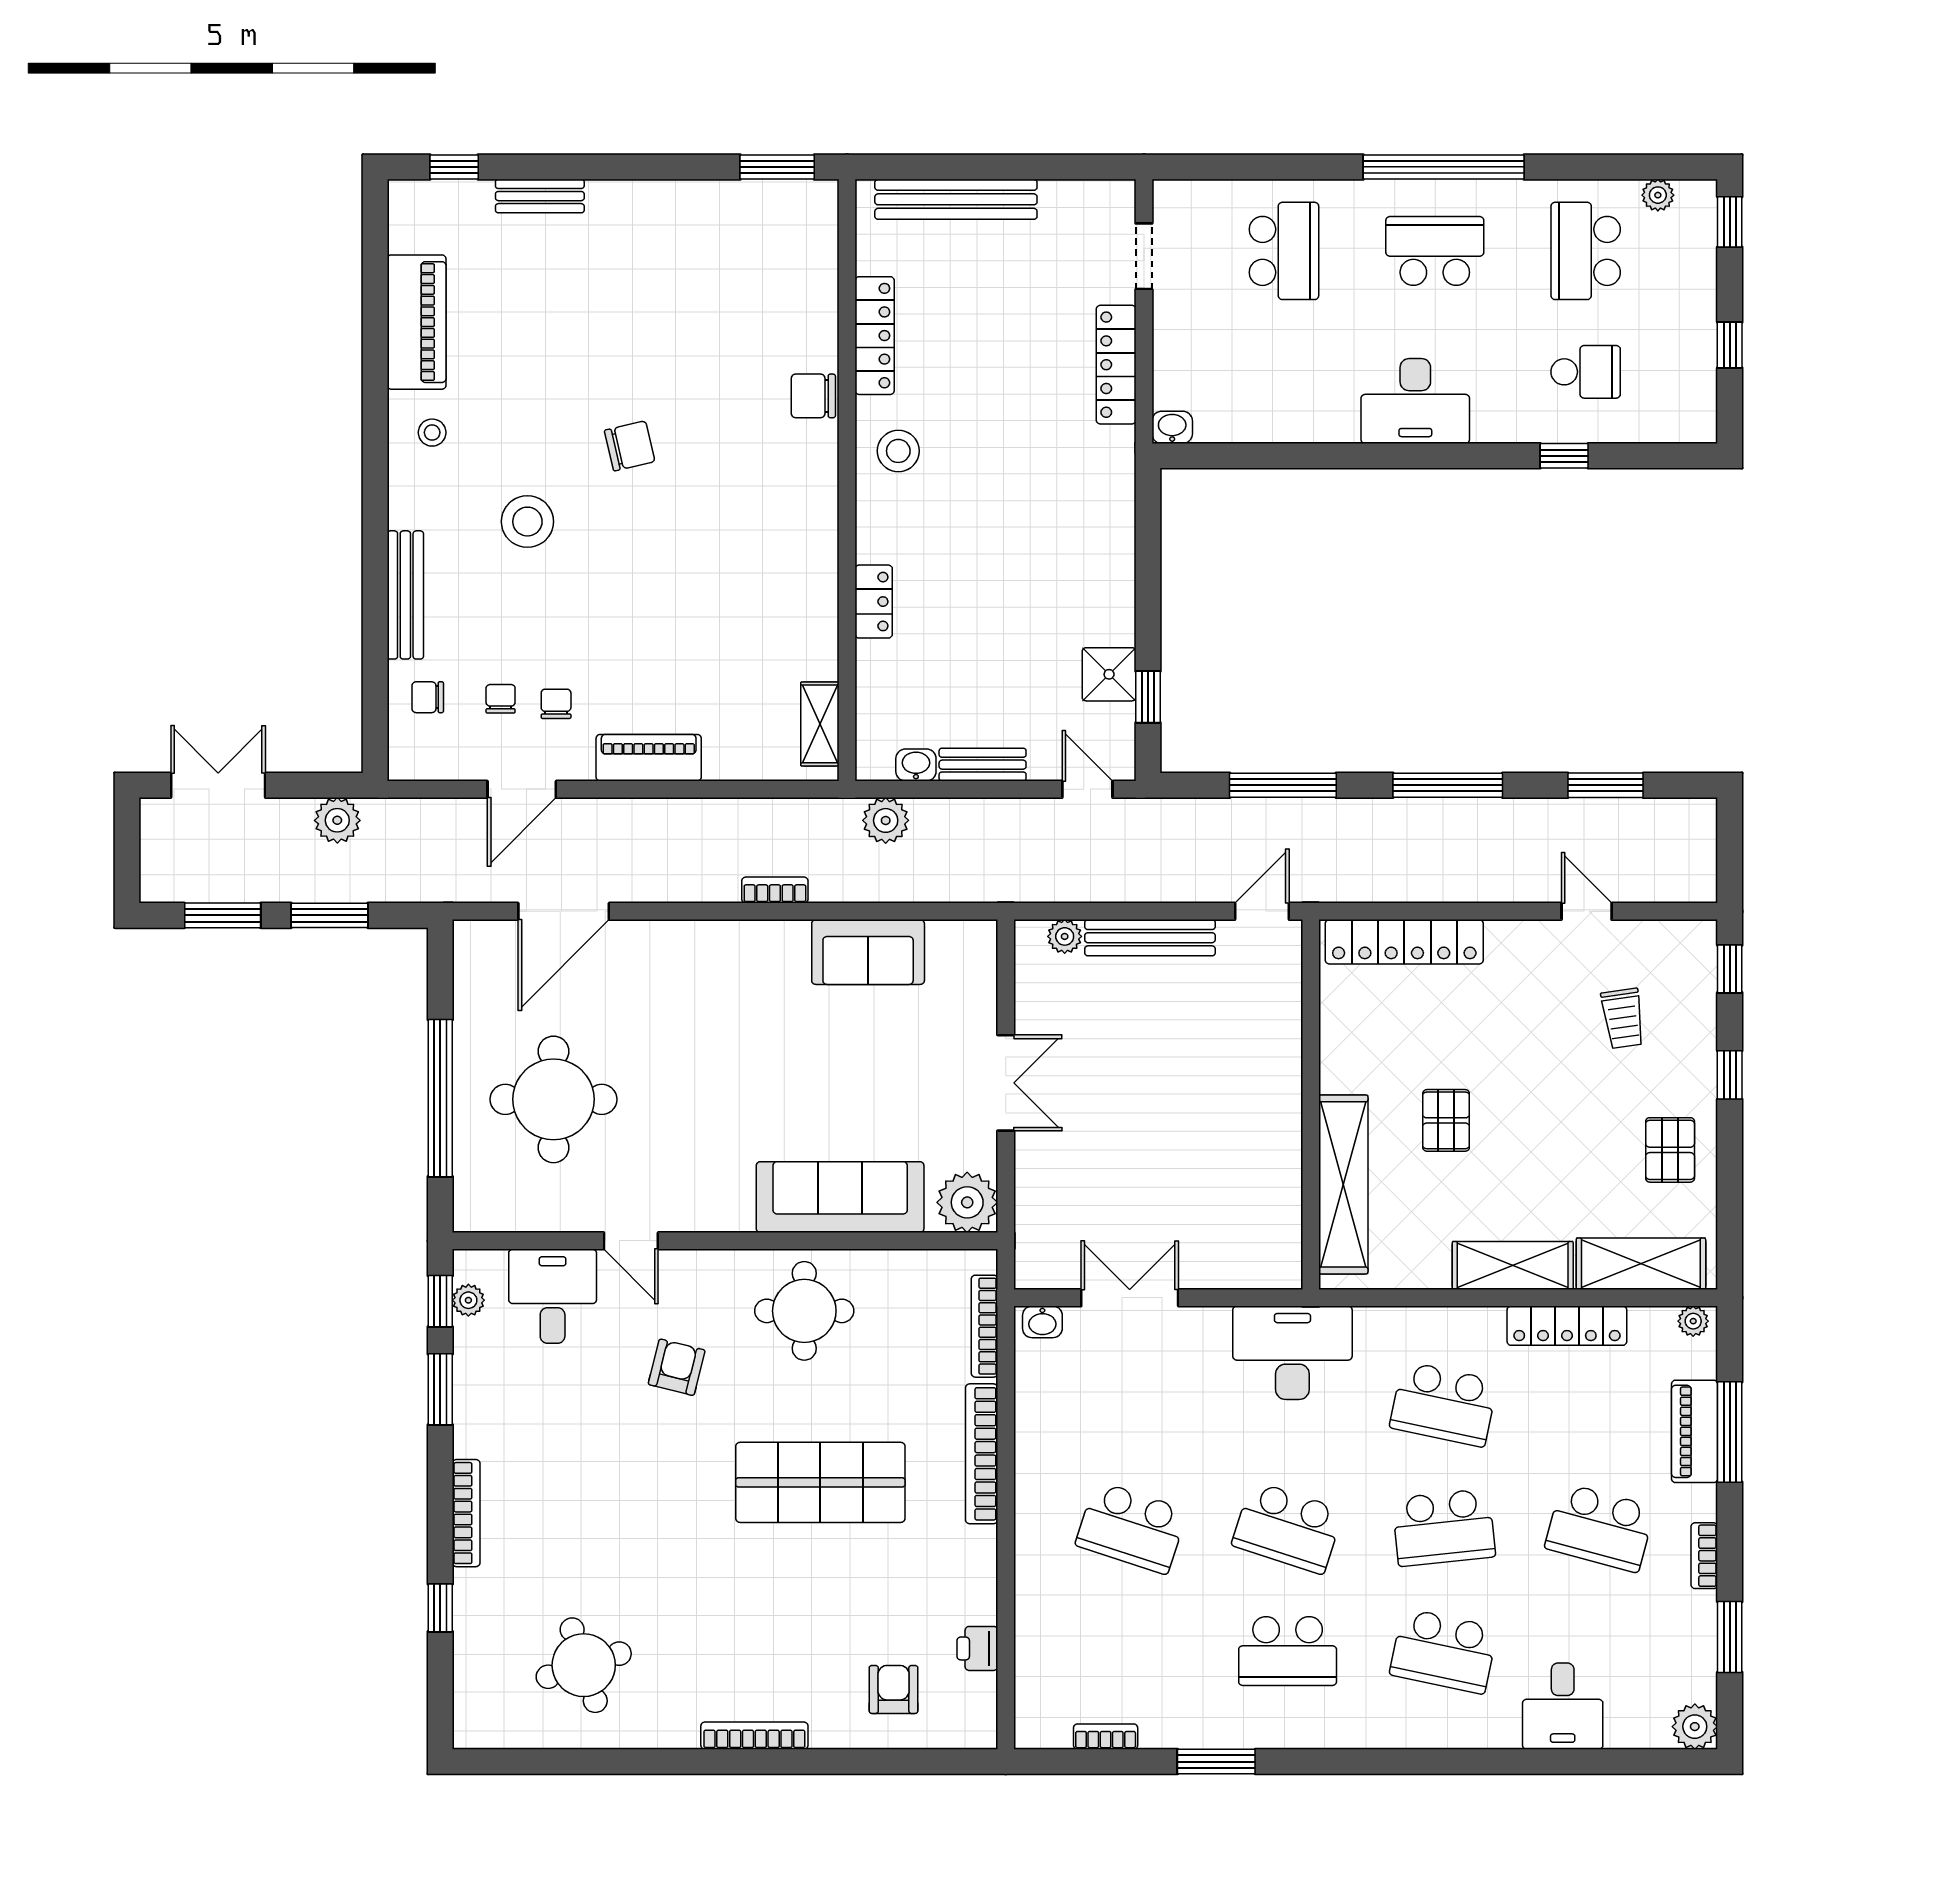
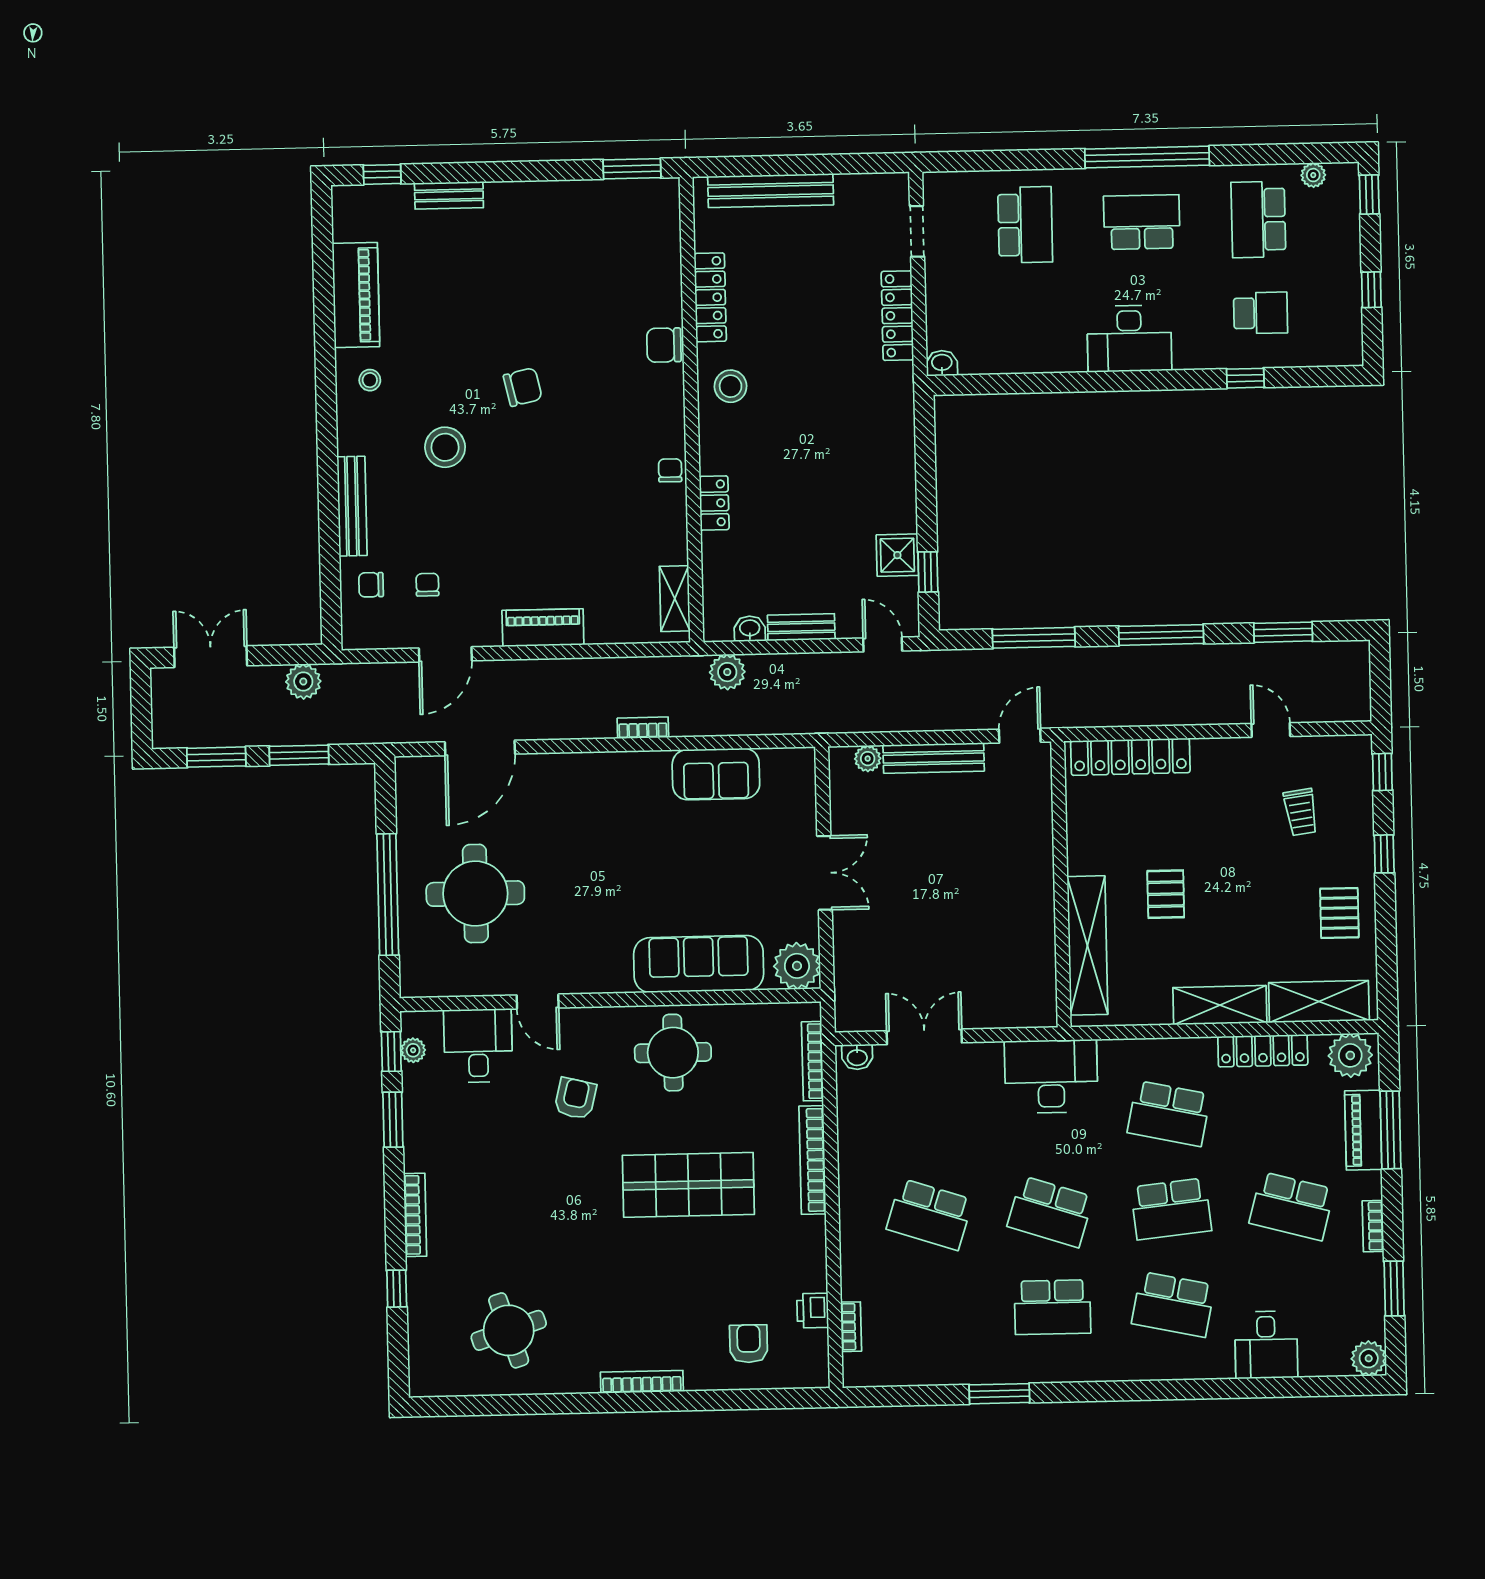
chair: (556, 704) -> (670, 470), moved
plant: (1693, 1321) -> (1350, 1055), width x1.87, depth x1.87
bookcase: (1106, 1737) -> (851, 1327), moved, turned 90

